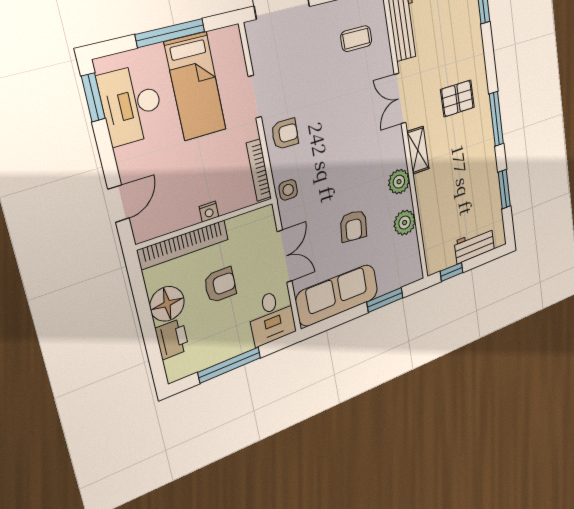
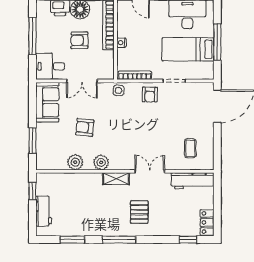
armchair: (220, 285) -> (79, 40), turned 90
sofa: (337, 295) -> (47, 102), width x0.73

